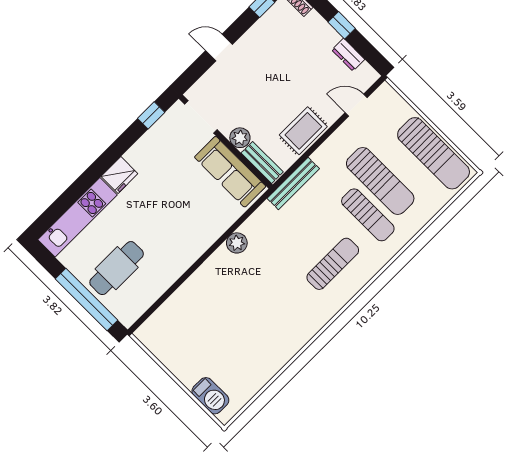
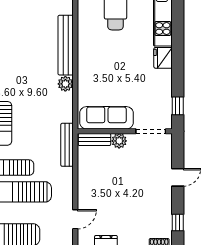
rug: (303, 131) -> (89, 178), removed
bench: (200, 280) -> (66, 45), added

